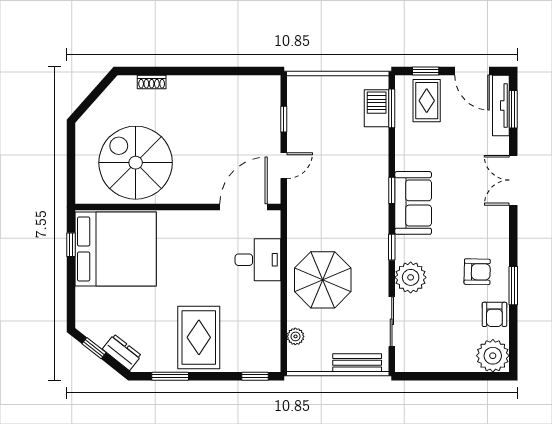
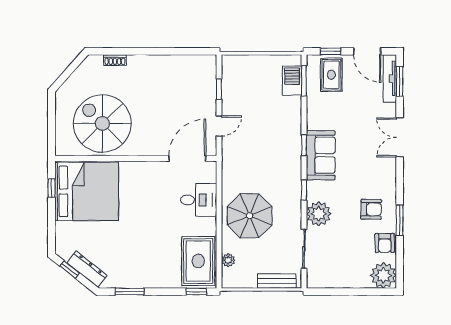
rug: (199, 337) -> (198, 261), moved
dresser: (122, 352) -> (87, 269), width x1.44

